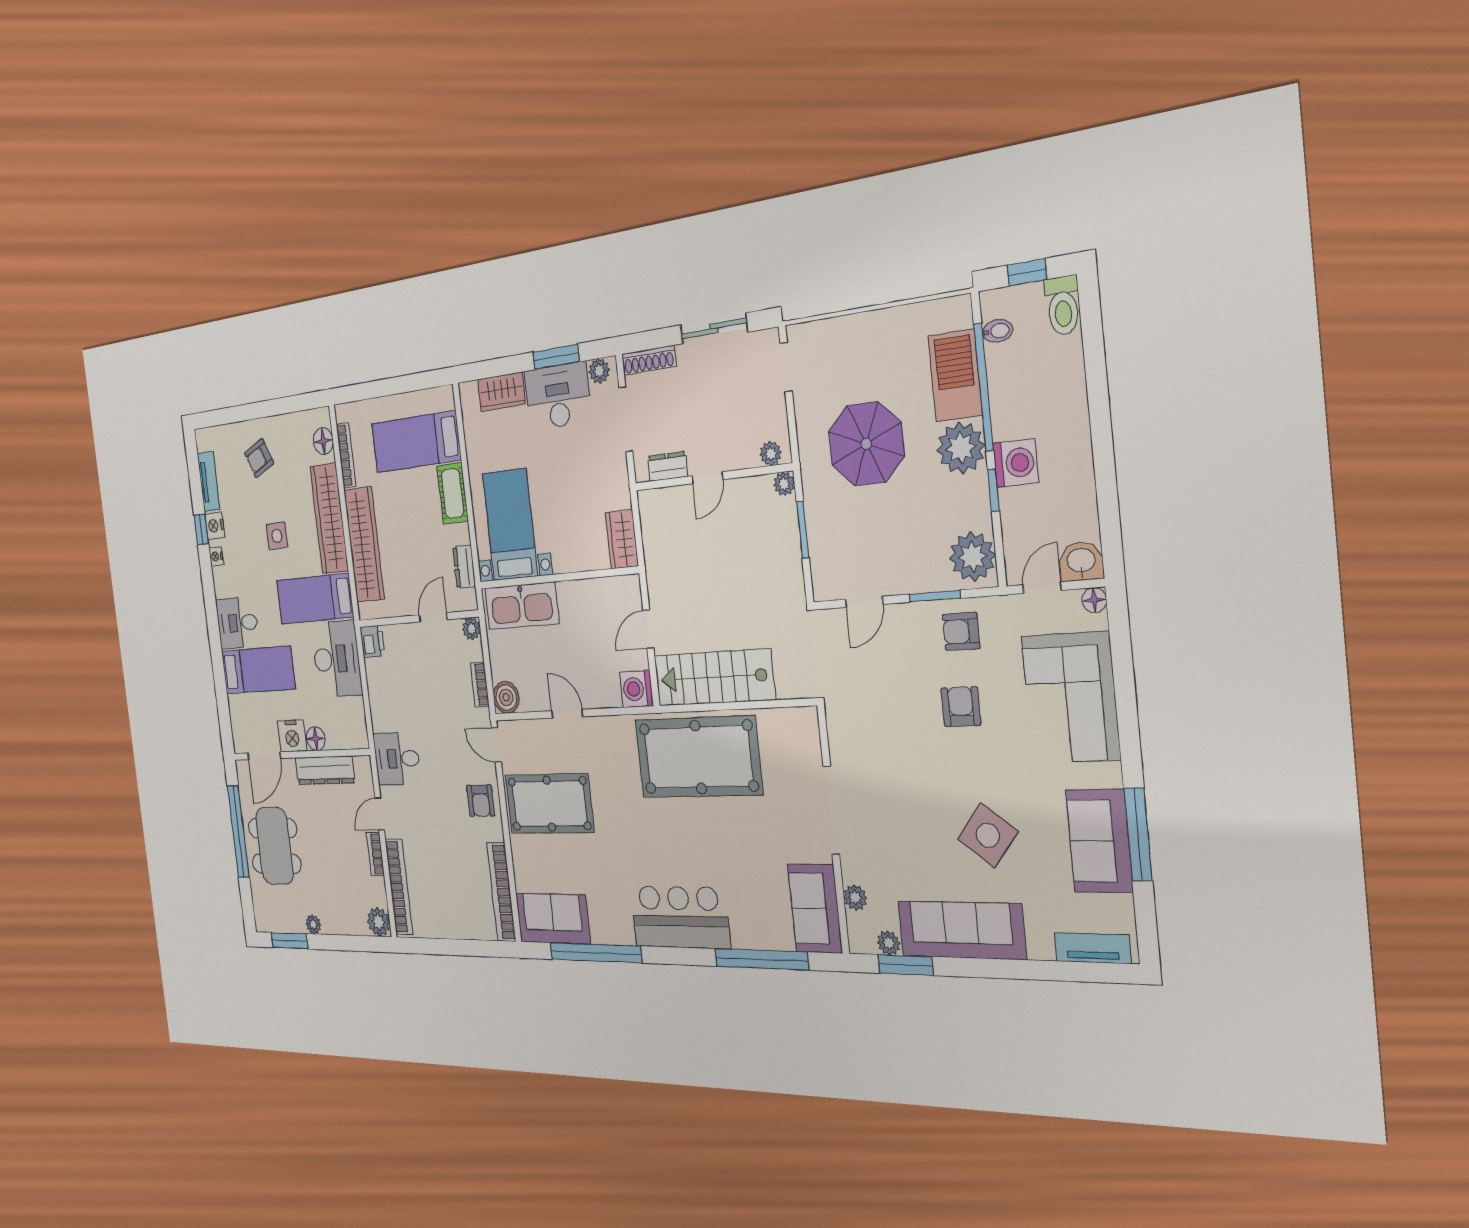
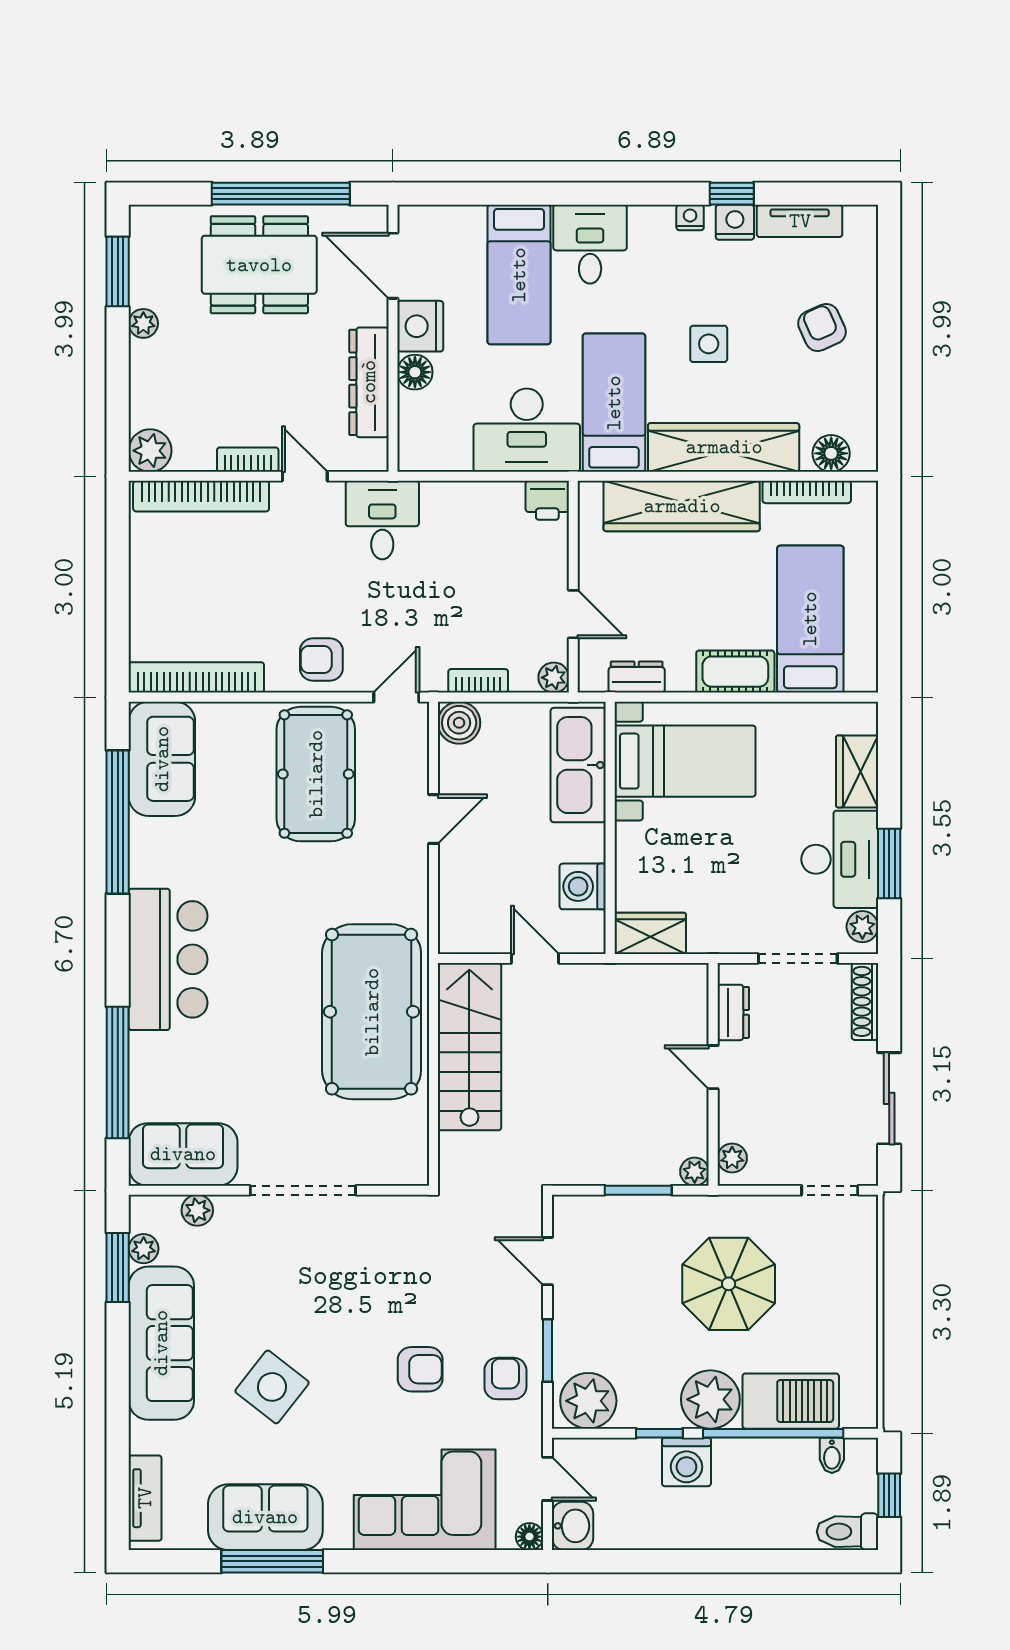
washing machine: (637, 689) -> (583, 886), moved, turned -90

